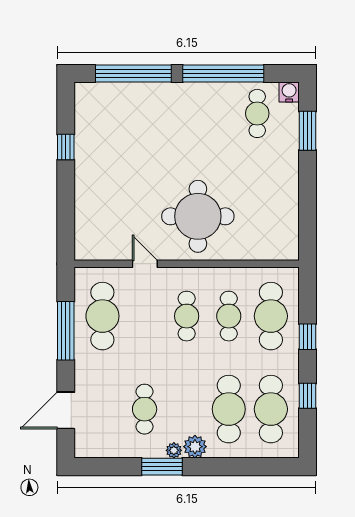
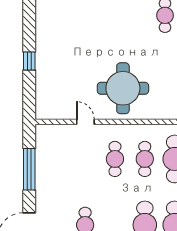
window: (66, 147) -> (29, 61), moved
cafe table: (102, 316) -> (55, 159), removed

